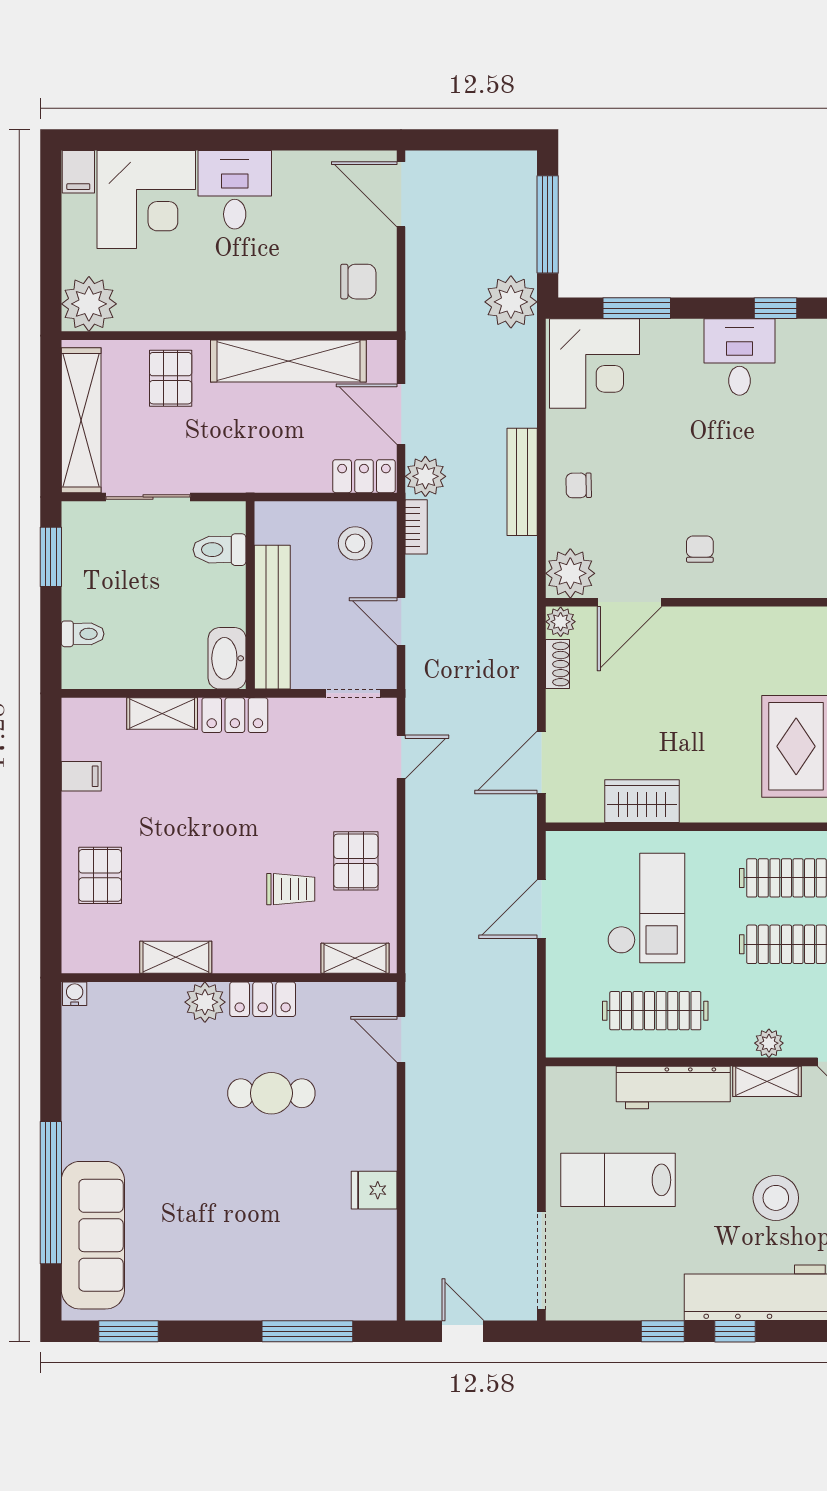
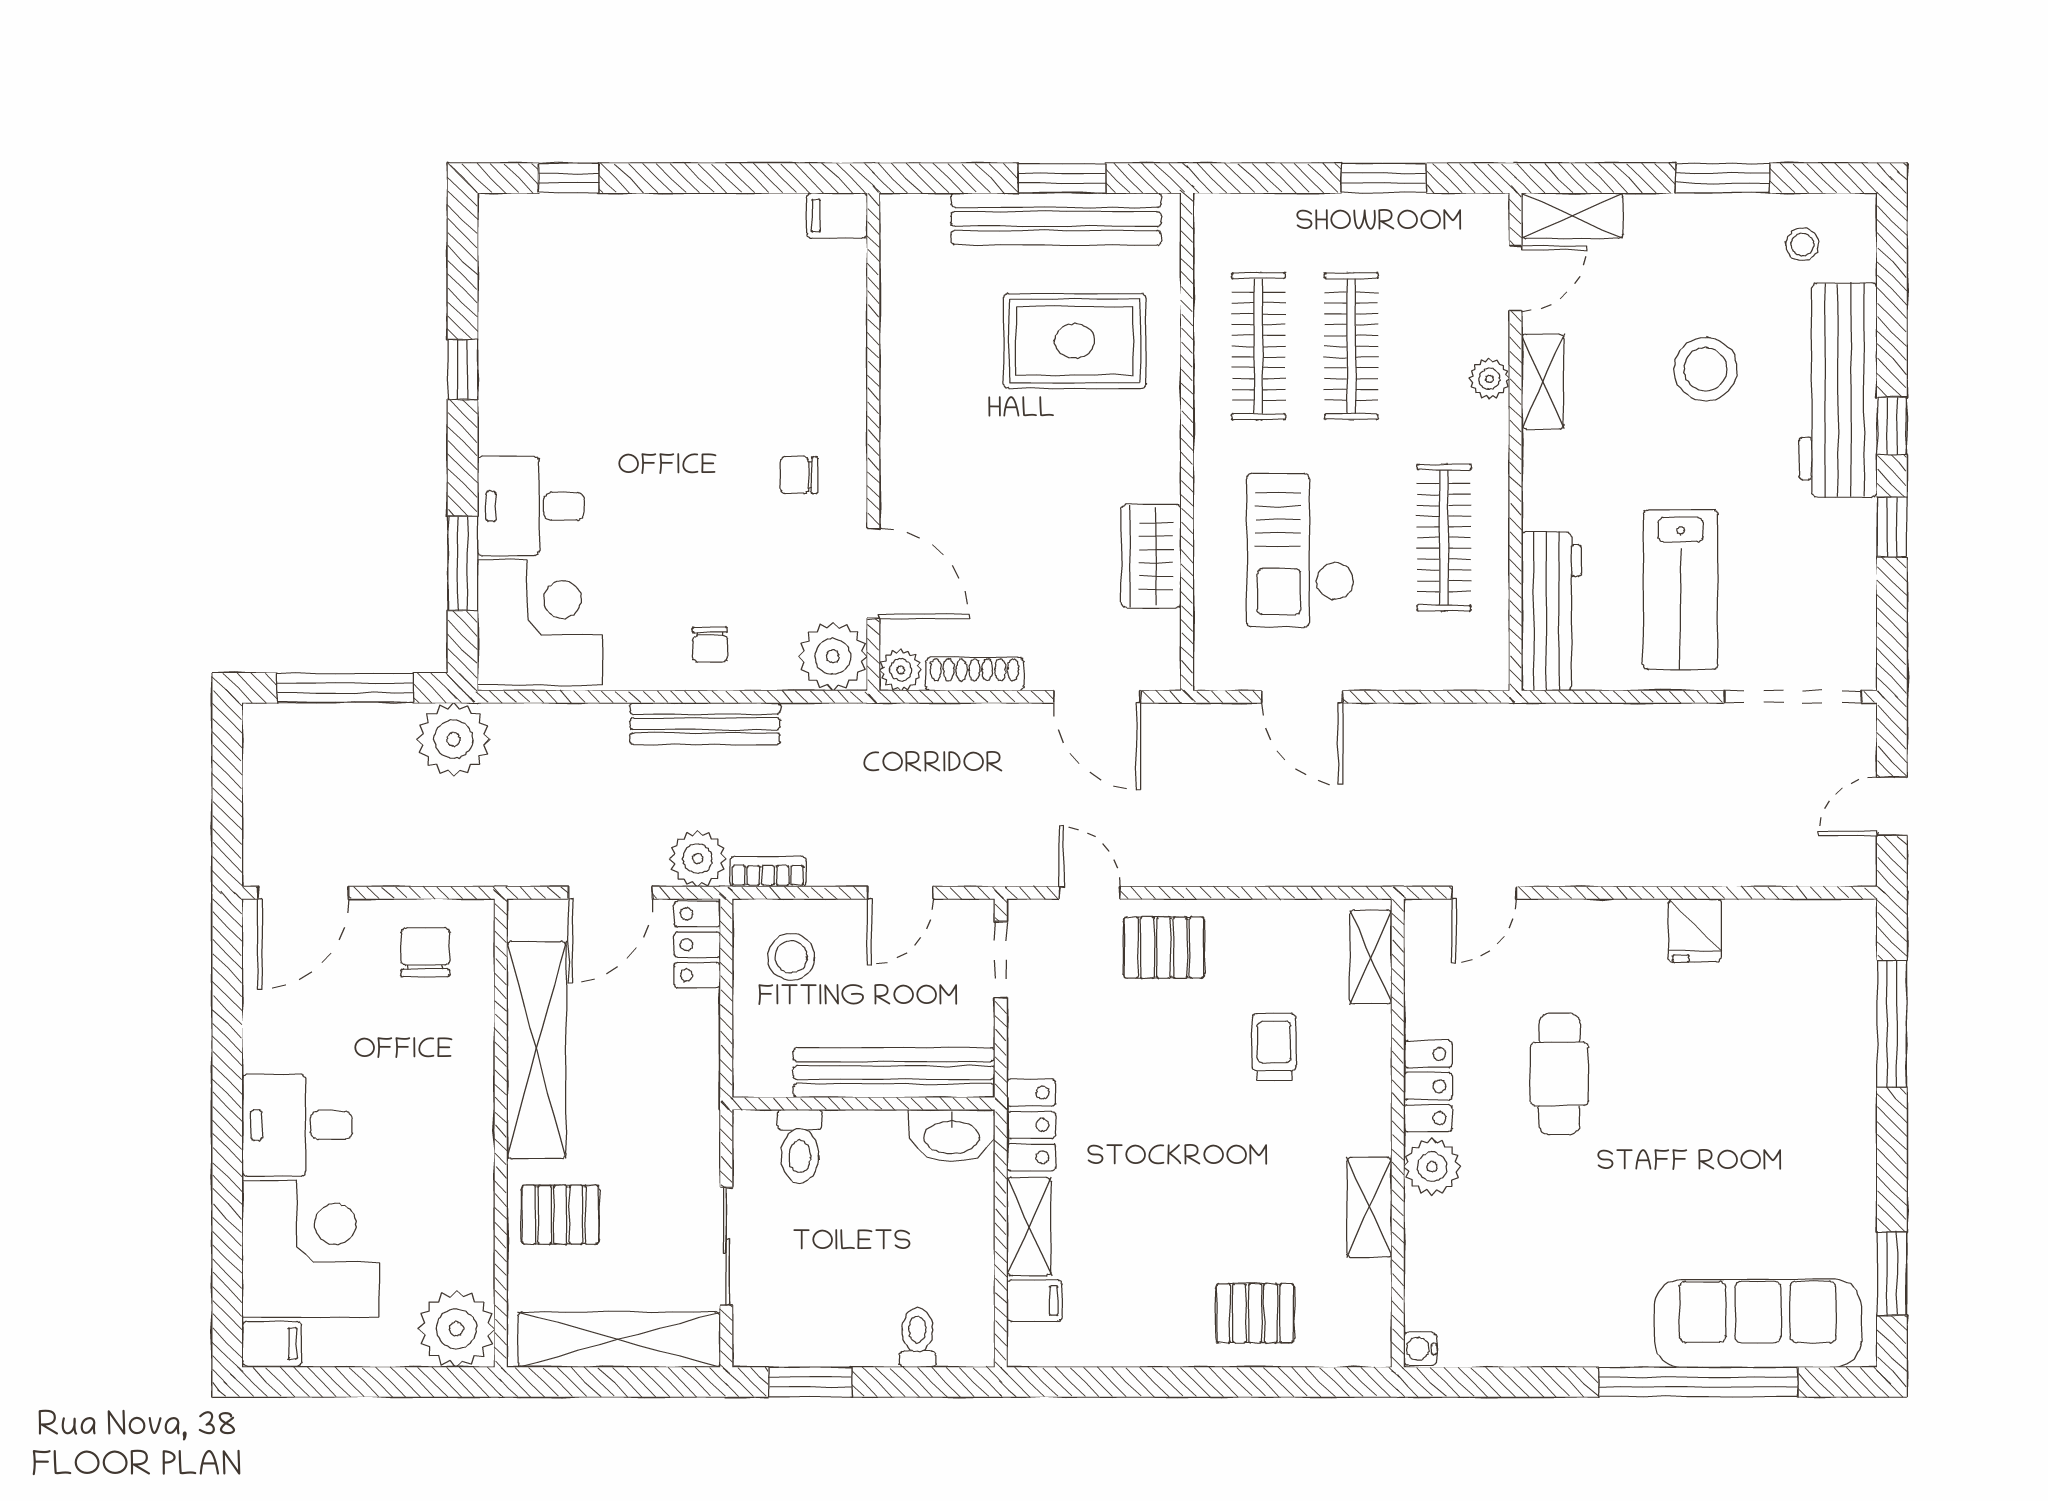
desk: (740, 357) -> (531, 506), moved
shoe rack: (558, 664) -> (975, 674), width x1.43
filing cabinet: (81, 776) -> (1034, 1301), moved, turned 90
pallet: (356, 861) -> (1164, 948), moved
checkout: (646, 908) -> (1301, 550), turned -90
workbench: (673, 1087) -> (1551, 611), moved

